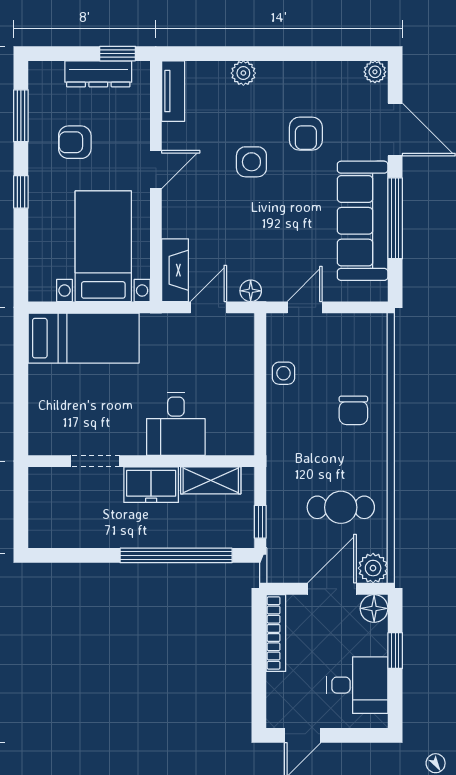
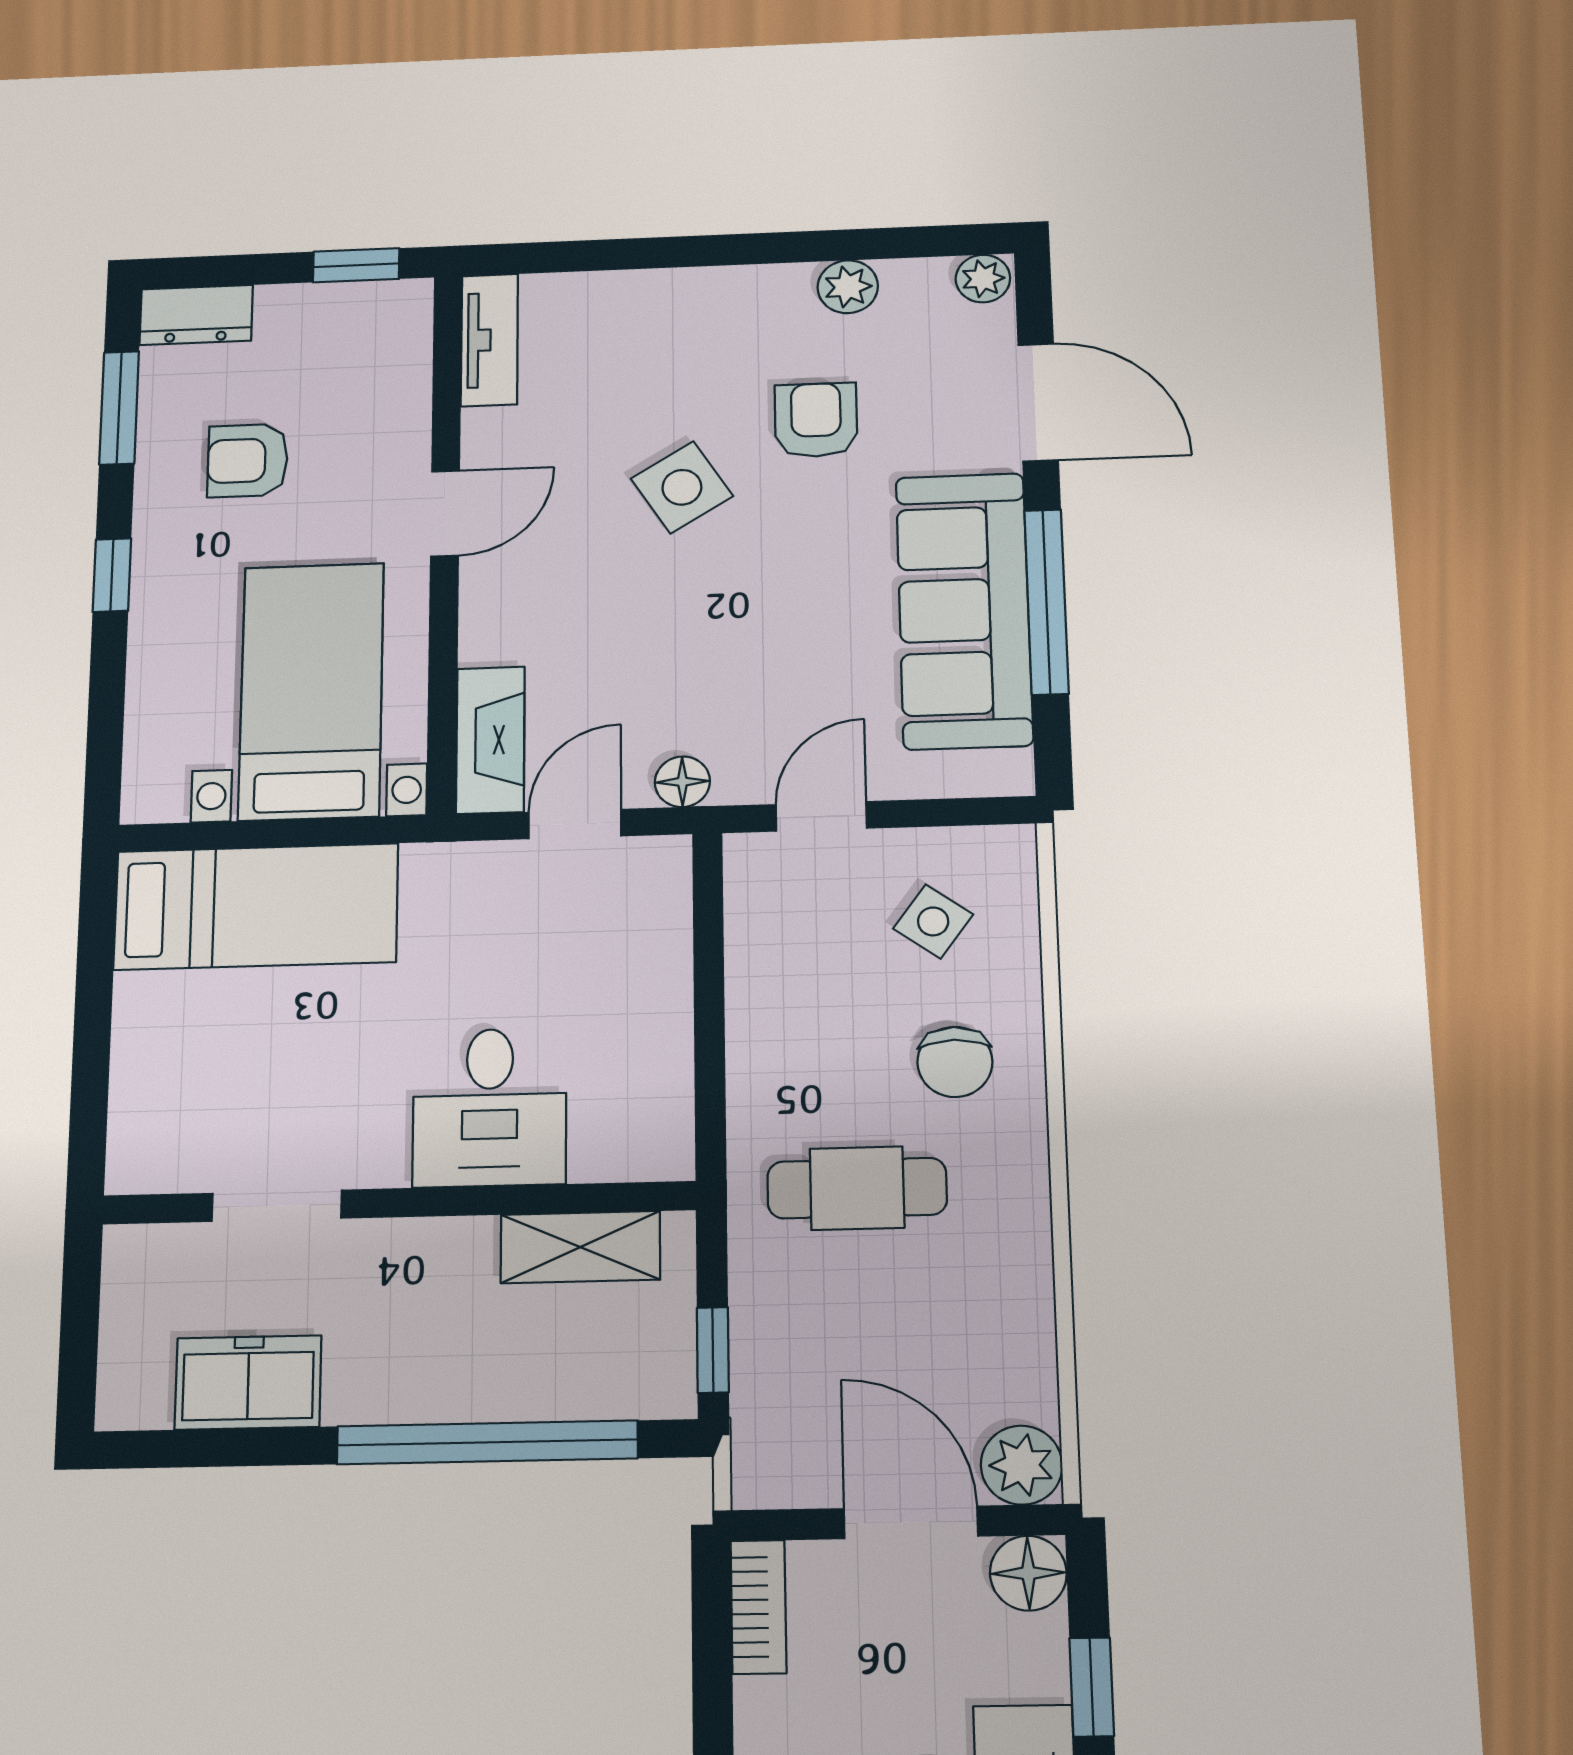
plant: (243, 73) -> (848, 287), moved
dresser: (98, 74) -> (196, 315), moved, width x0.70
armchair: (306, 134) -> (816, 420), turned 180
side table: (251, 162) -> (682, 487), turned -32
side table: (284, 373) -> (933, 921), moved, turned 36
freezer: (151, 485) -> (248, 1382), moved, turned 180
cafe table: (341, 507) -> (857, 1188), moved
door: (332, 589) -> (911, 1522), hinge flipped
bookcase: (276, 633) -> (758, 1607), width x0.64

